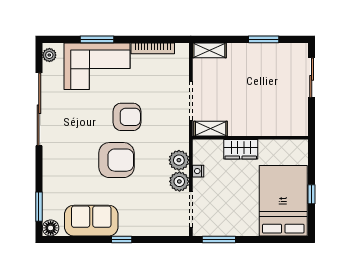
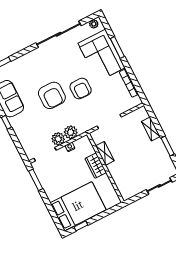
shelving: (209, 50) -> (151, 129), moved
shelving: (211, 129) -> (105, 153), moved
window: (312, 194) -> (81, 226), moved

